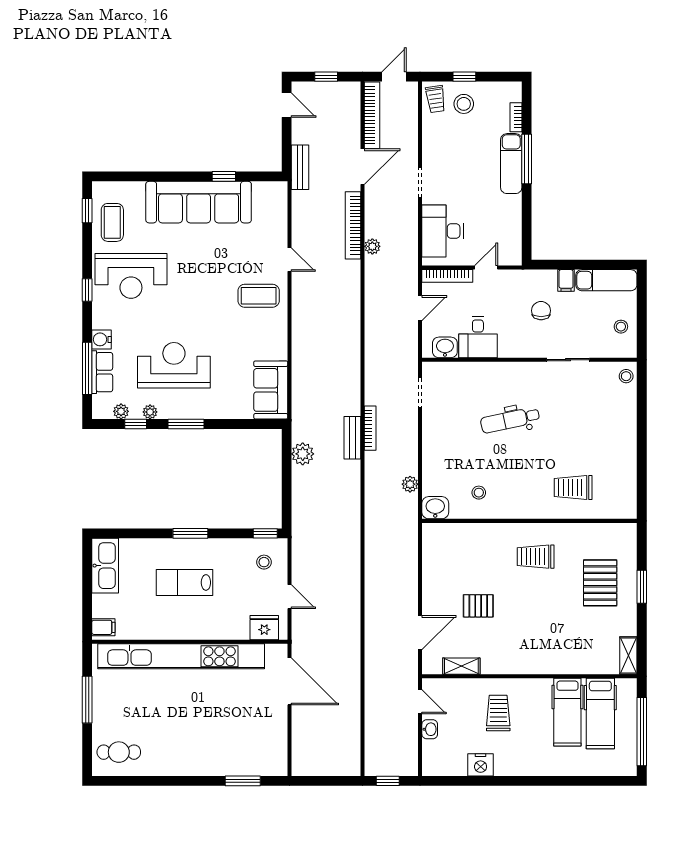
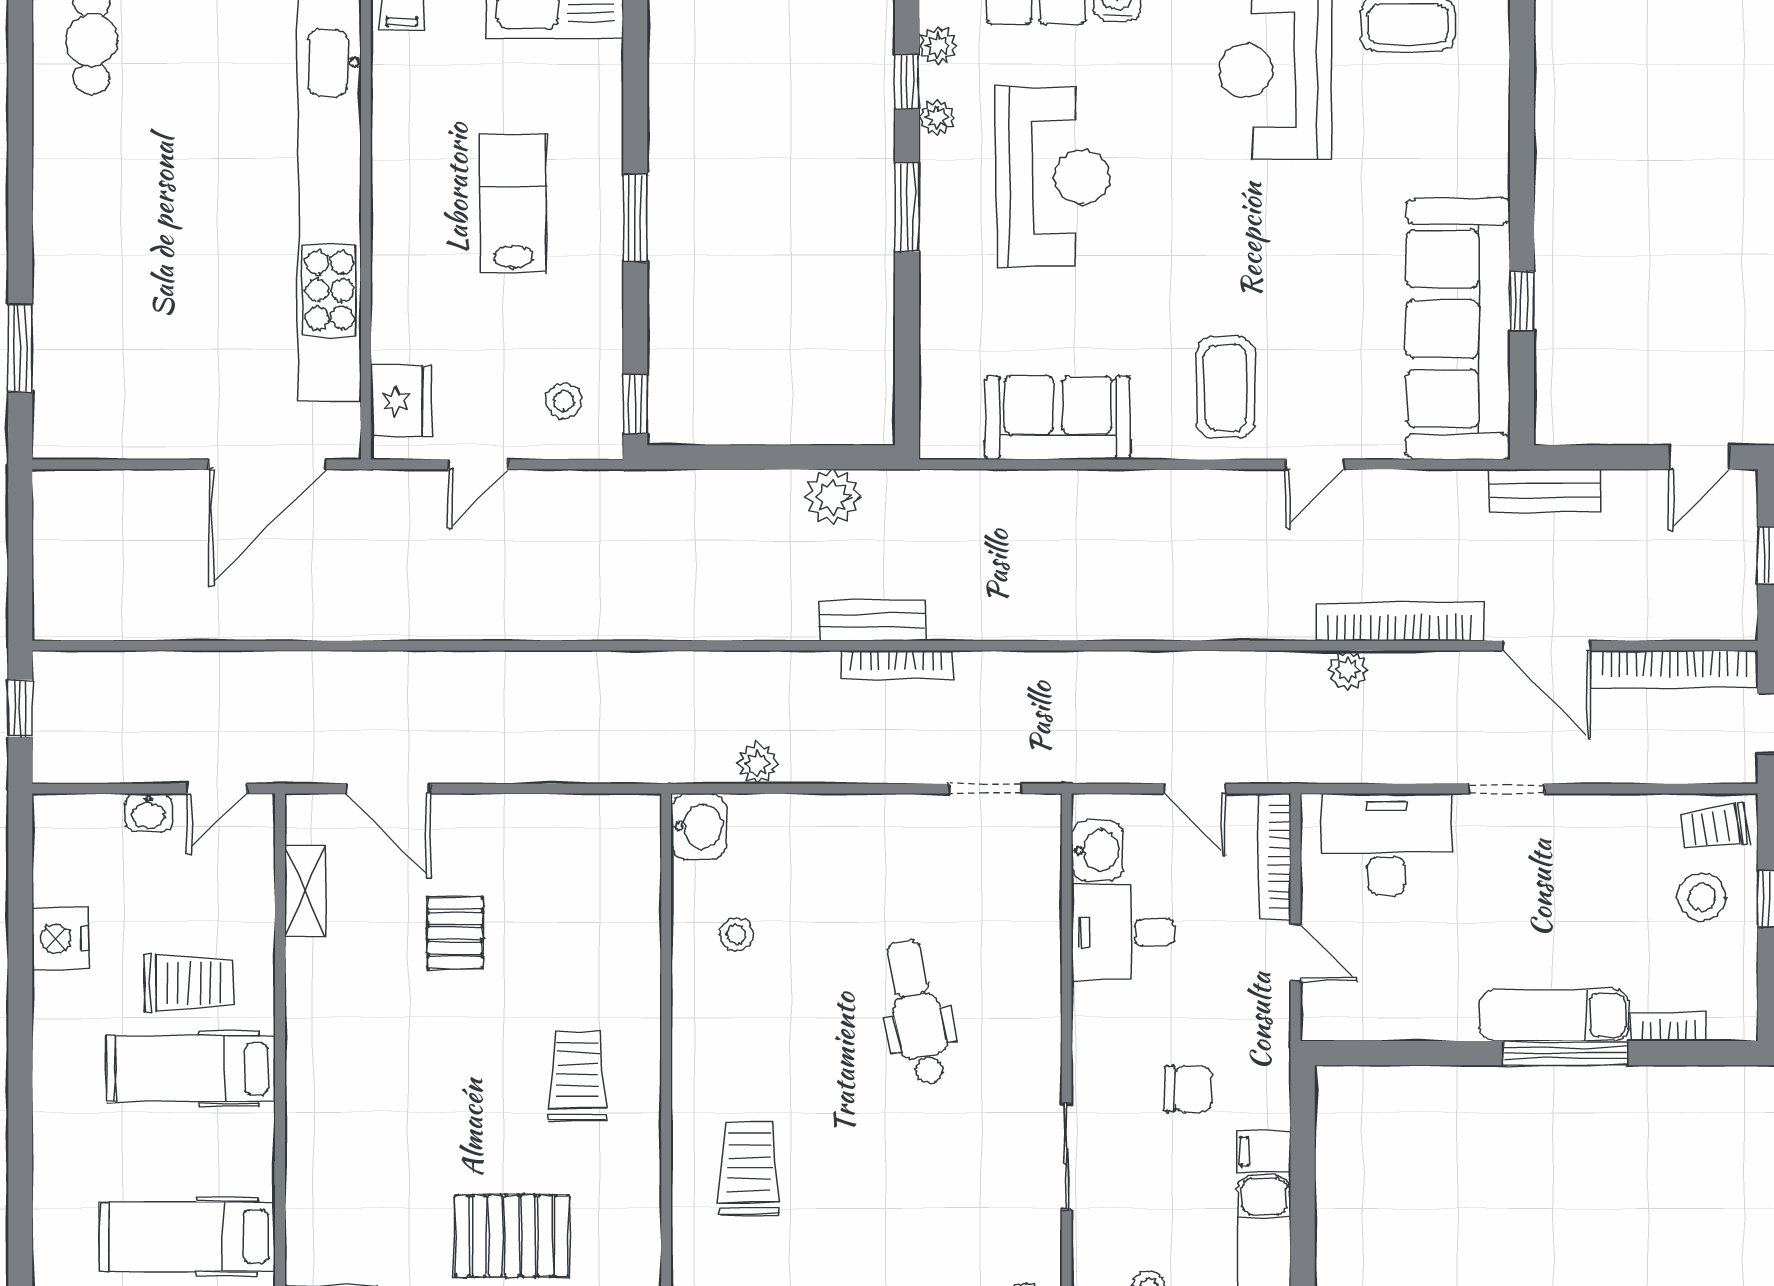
sofa: (199, 202) -> (1458, 329), moved
sofa: (271, 390) -> (1058, 418), moved
hospital bed: (567, 712) -> (191, 1069), moved

